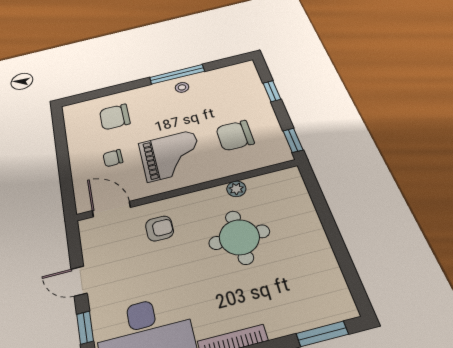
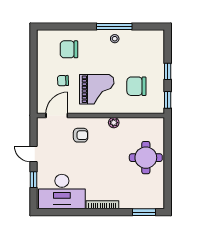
window: (272, 91) -> (168, 71), moved
plant: (236, 189) -> (114, 123), moved
door: (111, 209) -> (57, 115), hinge flipped
round table: (239, 237) -> (146, 158), moved

